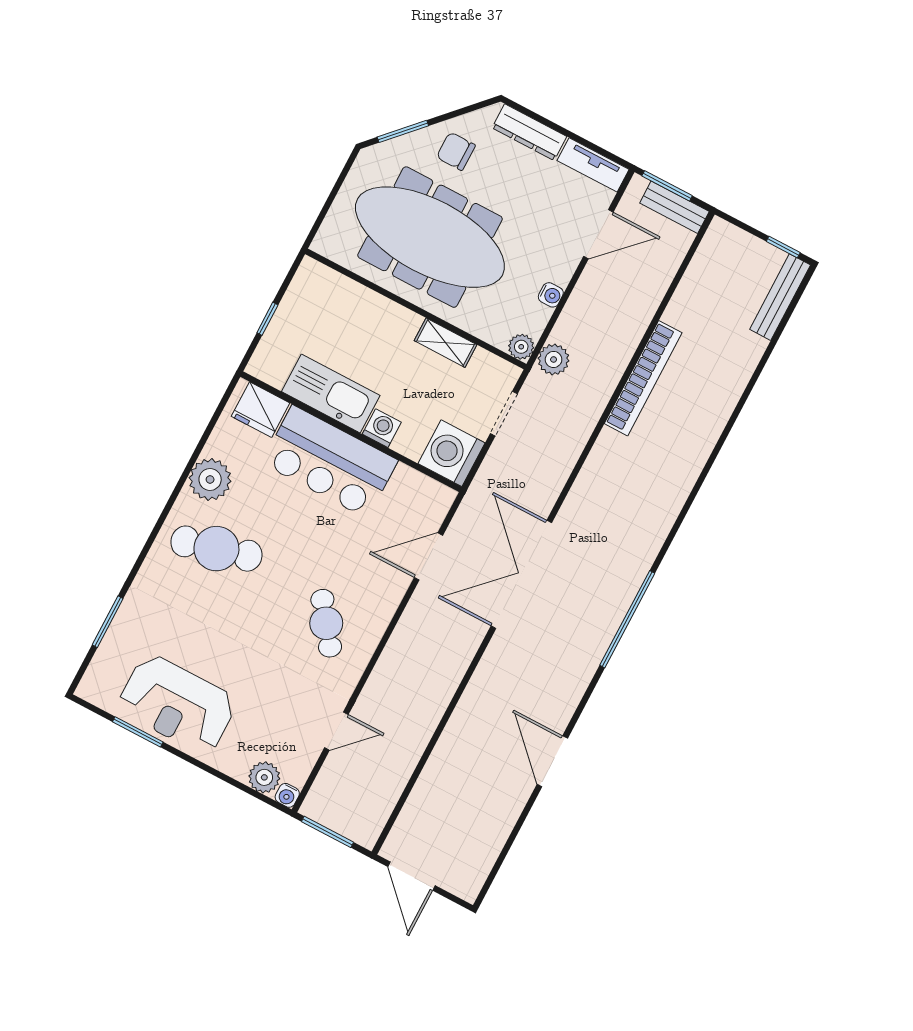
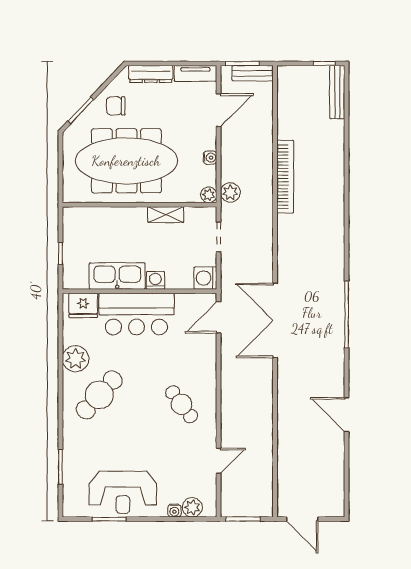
washing machine: (451, 453) -> (205, 278), width x0.73, depth x0.73
cafe table: (216, 549) -> (99, 395), turned -33
door: (428, 556) -> (219, 317), moved
water cooler: (287, 795) -> (174, 511), moved

